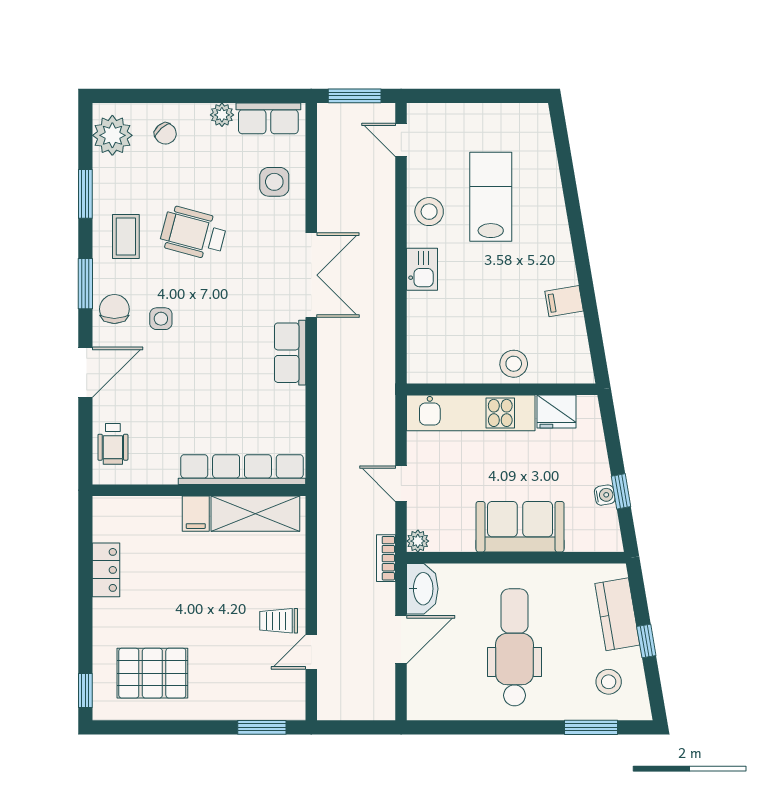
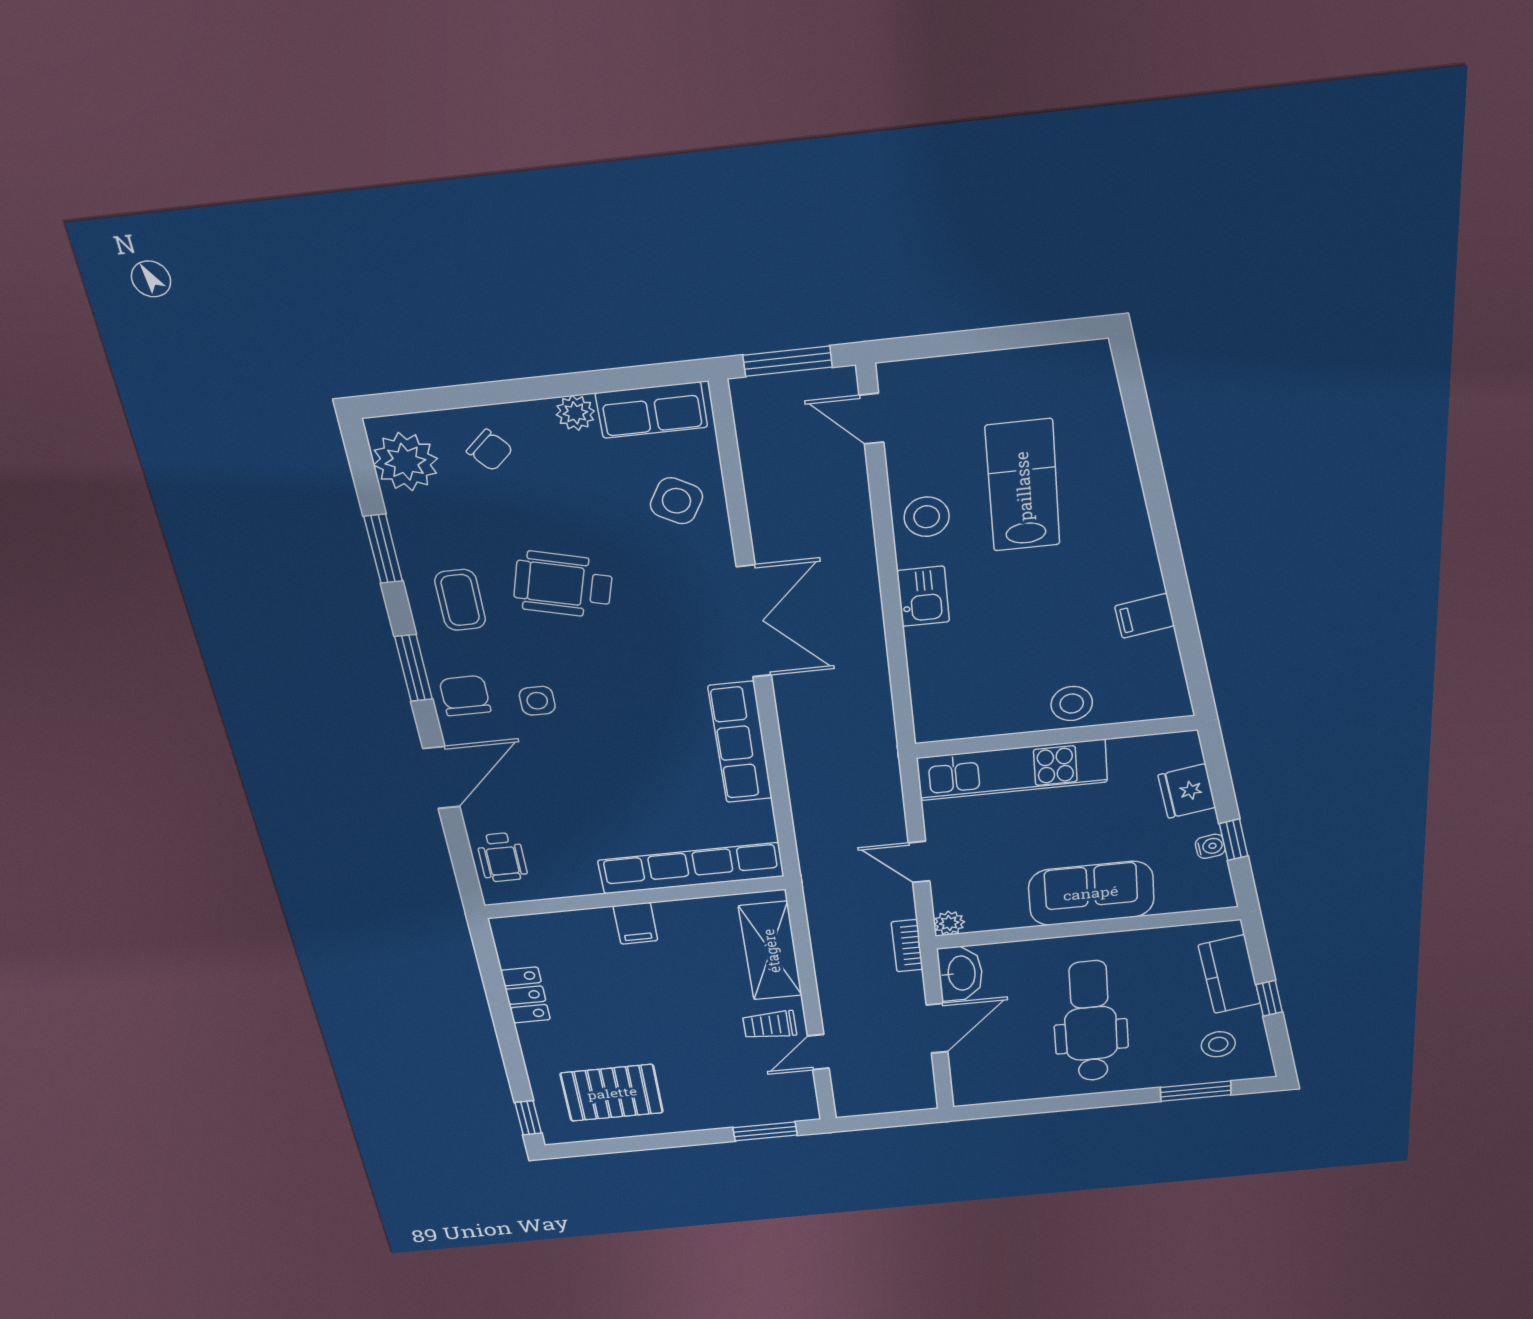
side table: (274, 182) -> (676, 501), turned 30
row of seats: (290, 353) -> (740, 743), width x1.48
fridge: (556, 412) -> (1187, 791), moved, turned 80
shelving: (255, 514) -> (771, 951), moved, turned 90

